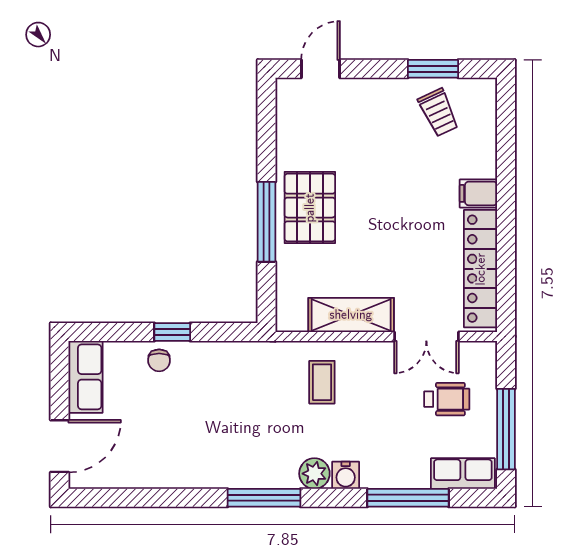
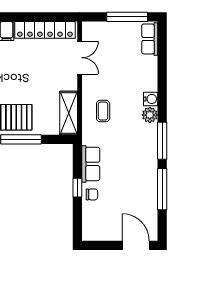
shelving: (351, 315) -> (69, 113), moved
row of seats: (86, 377) -> (91, 164), moved, turned 90
coffee table: (322, 382) -> (103, 111), turned 90
wheelchair: (447, 399) -> (112, 47), removed
window: (408, 498) -> (162, 189), moved

